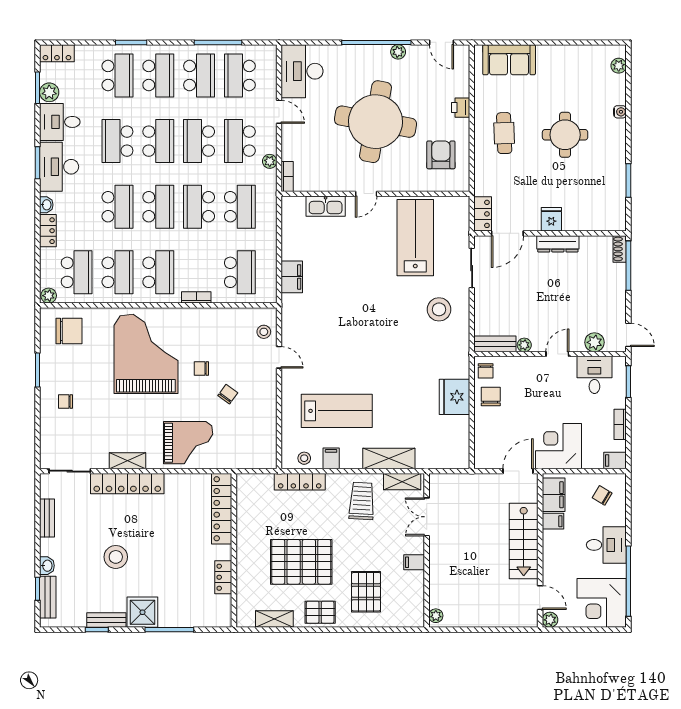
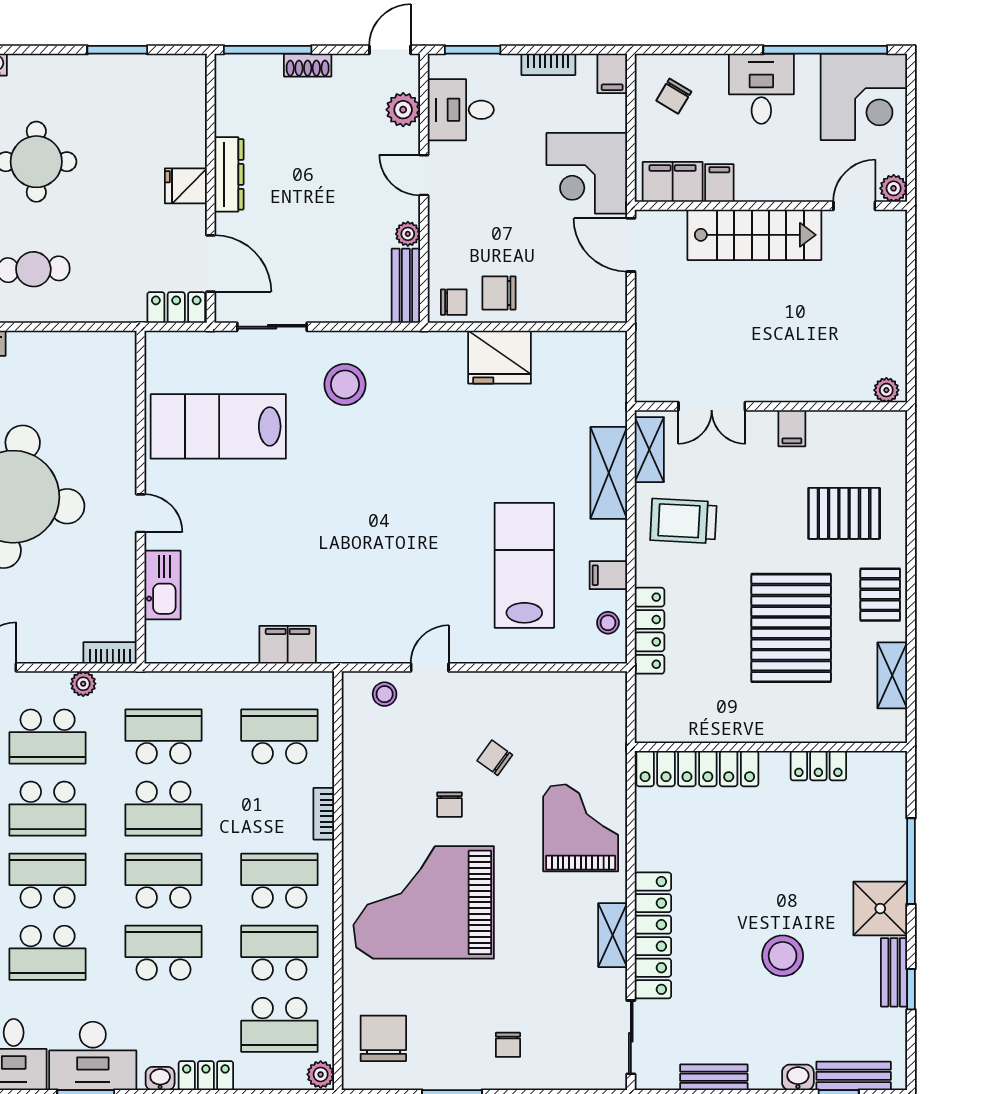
armchair: (441, 155) -> (72, 381), removed
shoe rack: (620, 249) -> (308, 65), moved
school desk: (77, 272) -> (279, 1025), turned 180

